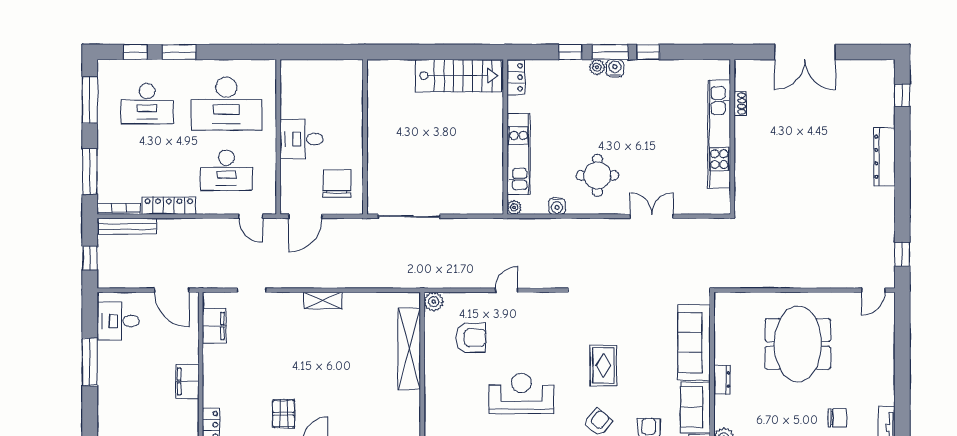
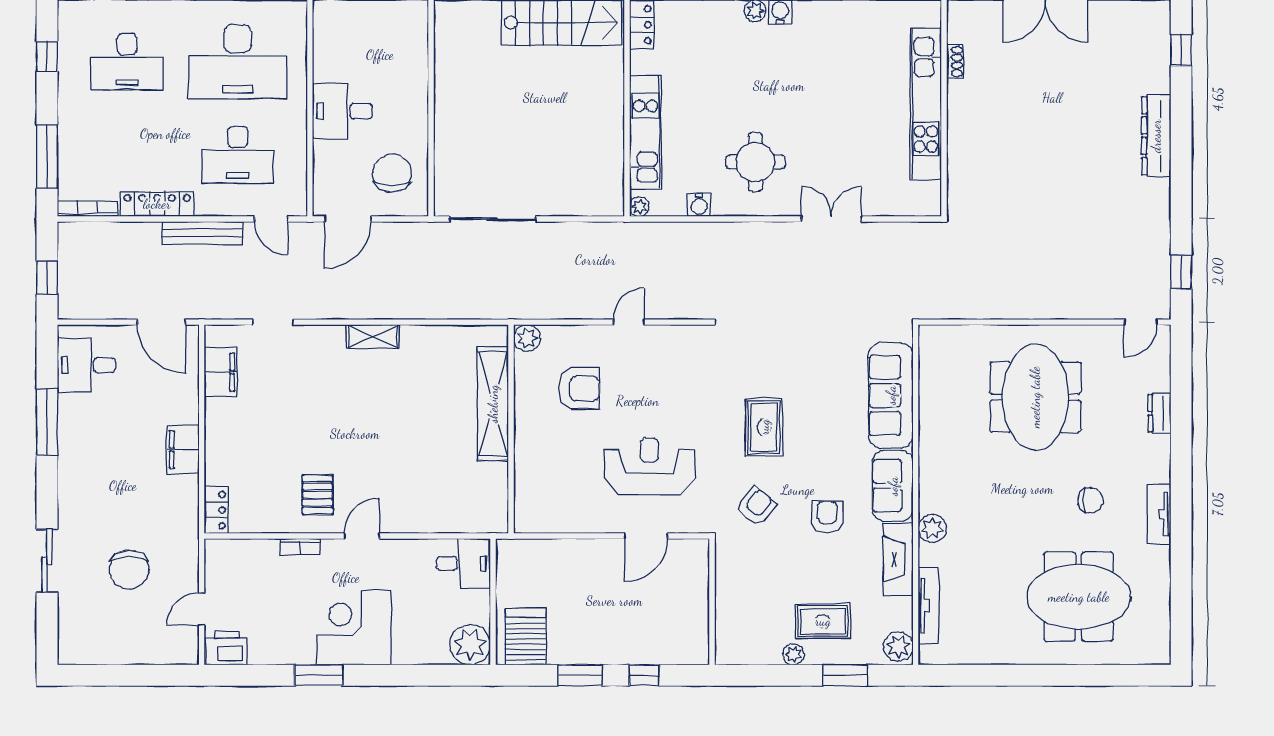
window: (90, 100) -> (47, 56), width x0.46
bench: (128, 226) -> (203, 233), moved
dresser: (722, 380) -> (1159, 413), moved, turned 180

